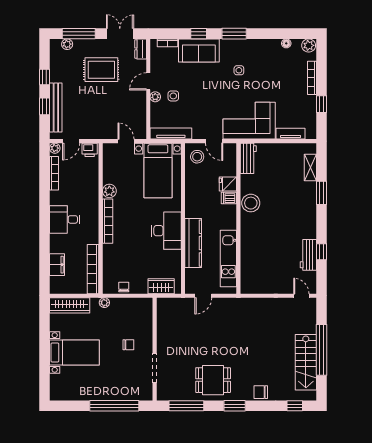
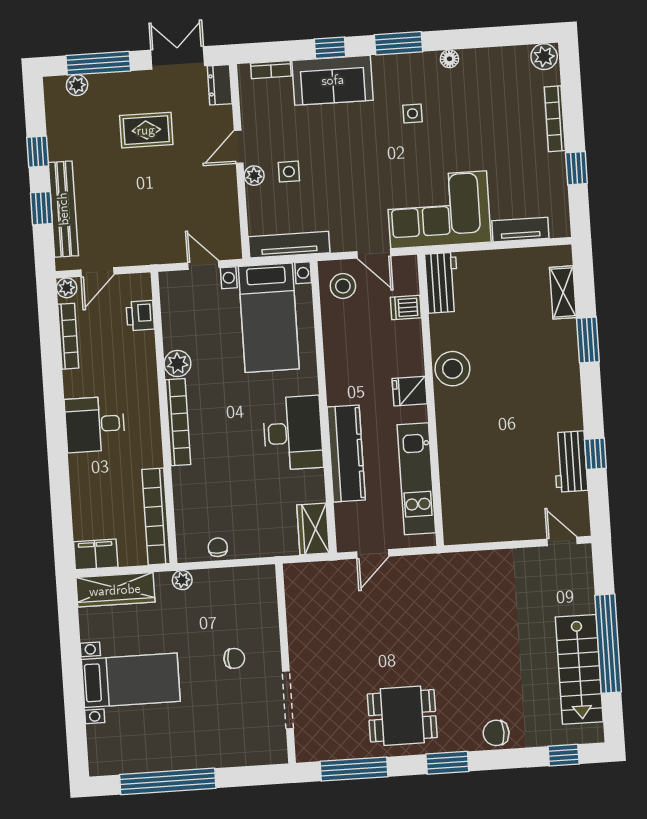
floor lamp: (286, 43) -> (449, 59), moved
rug: (101, 70) -> (146, 130), width x0.73, depth x0.70
printer: (90, 150) -> (140, 316), moved, turned 90
fridge: (228, 184) -> (410, 391), moved
dishwasher: (229, 198) -> (406, 308), moved
filing cabinet: (57, 265) -> (96, 554), moved, turned -90
wardrobe: (161, 286) -> (313, 529), moved, turned -90
window: (114, 406) -> (168, 781), moved

